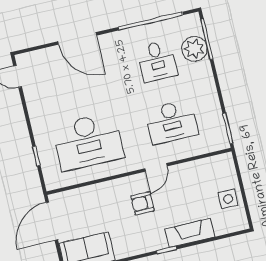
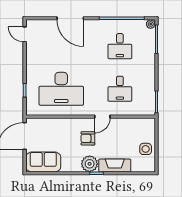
plant: (194, 49) -> (151, 24), moved, width x0.53, depth x0.53
desk: (171, 122) -> (120, 89), width x0.73
plant: (153, 239) -> (90, 164), added

